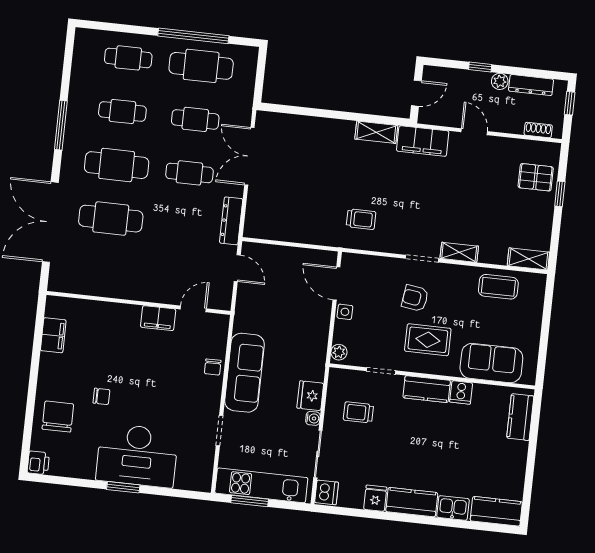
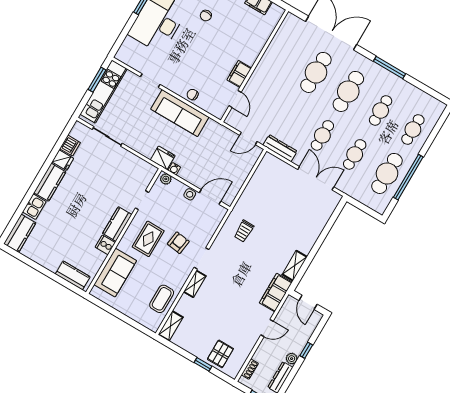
fridge: (310, 396) -> (163, 158), moved
trolley: (358, 412) -> (122, 174), removed
water cooler: (313, 418) -> (174, 169), moved
dishwasher: (327, 492) -> (70, 146), moved, turned -90

